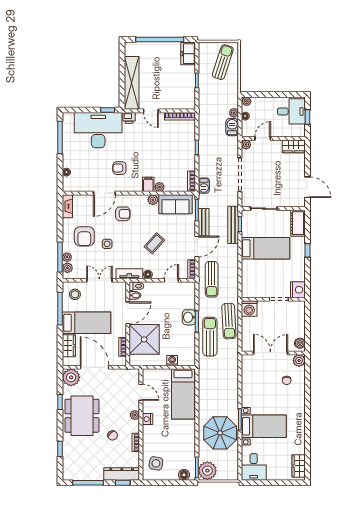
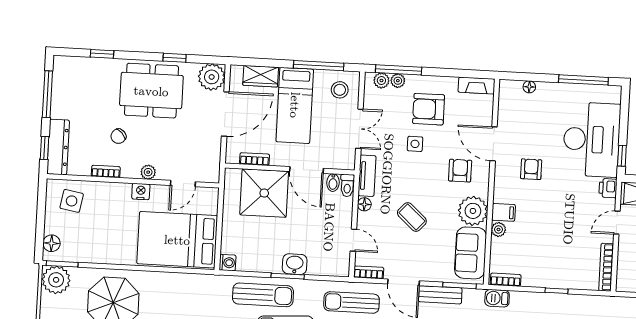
plant: (153, 200) -> (473, 211), width x1.88, depth x1.88
armchair: (123, 214) -> (460, 171), turned 180
washing machine: (172, 361) -> (227, 263), moved
bed: (183, 394) -> (177, 240), width x1.50

